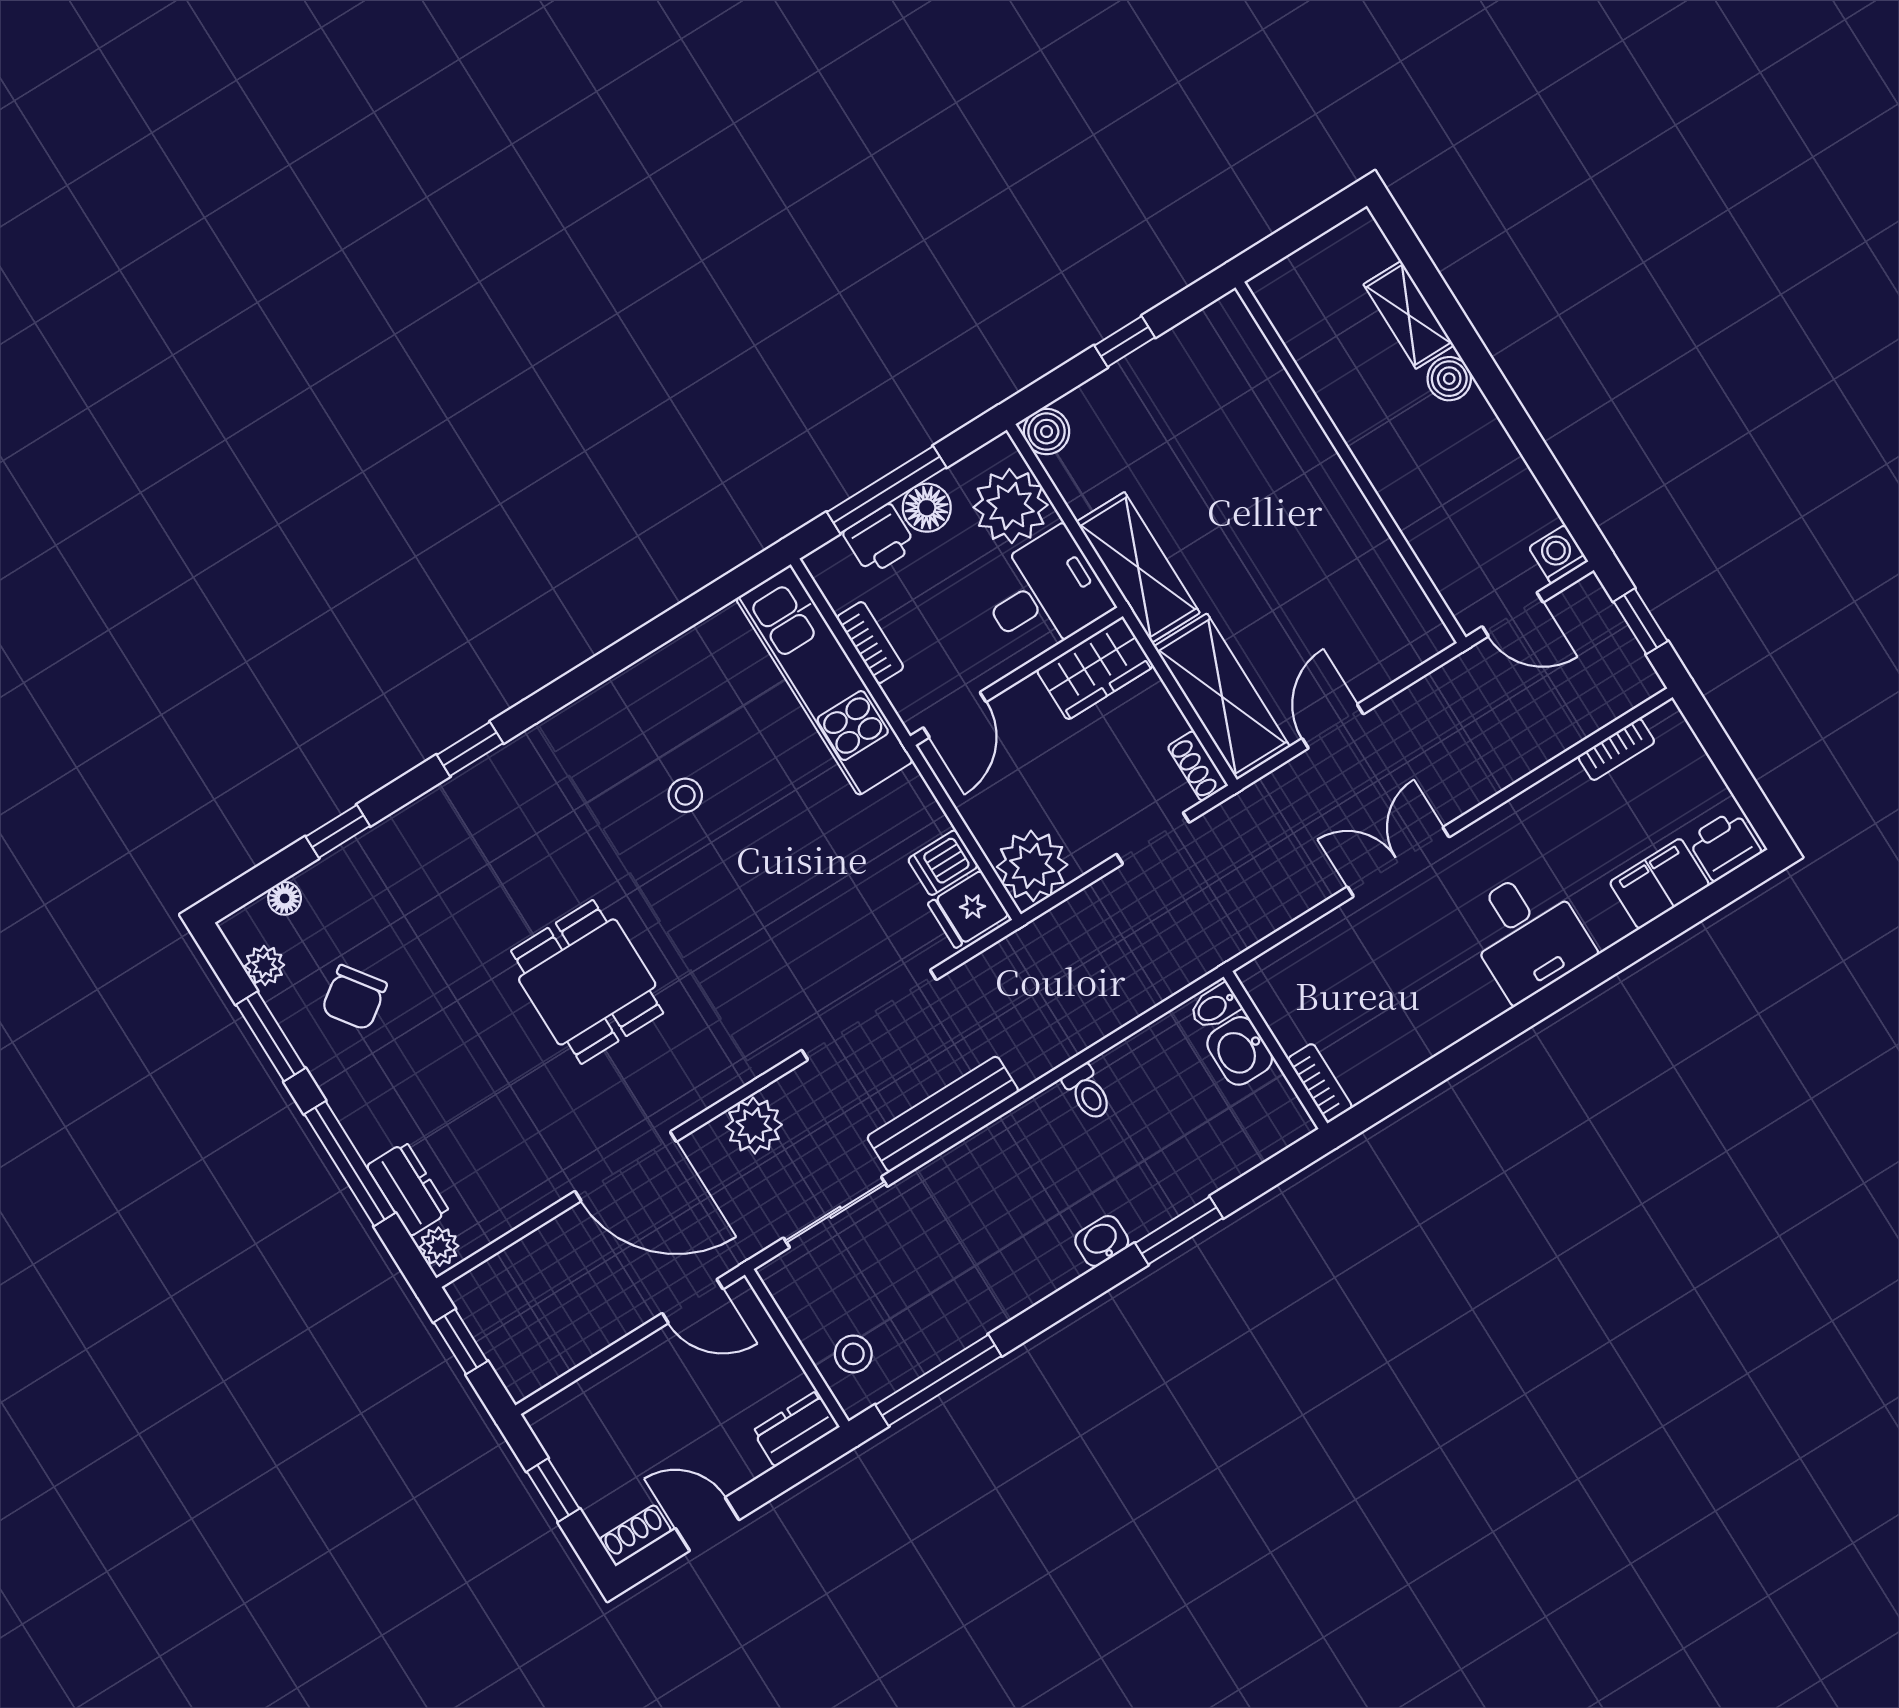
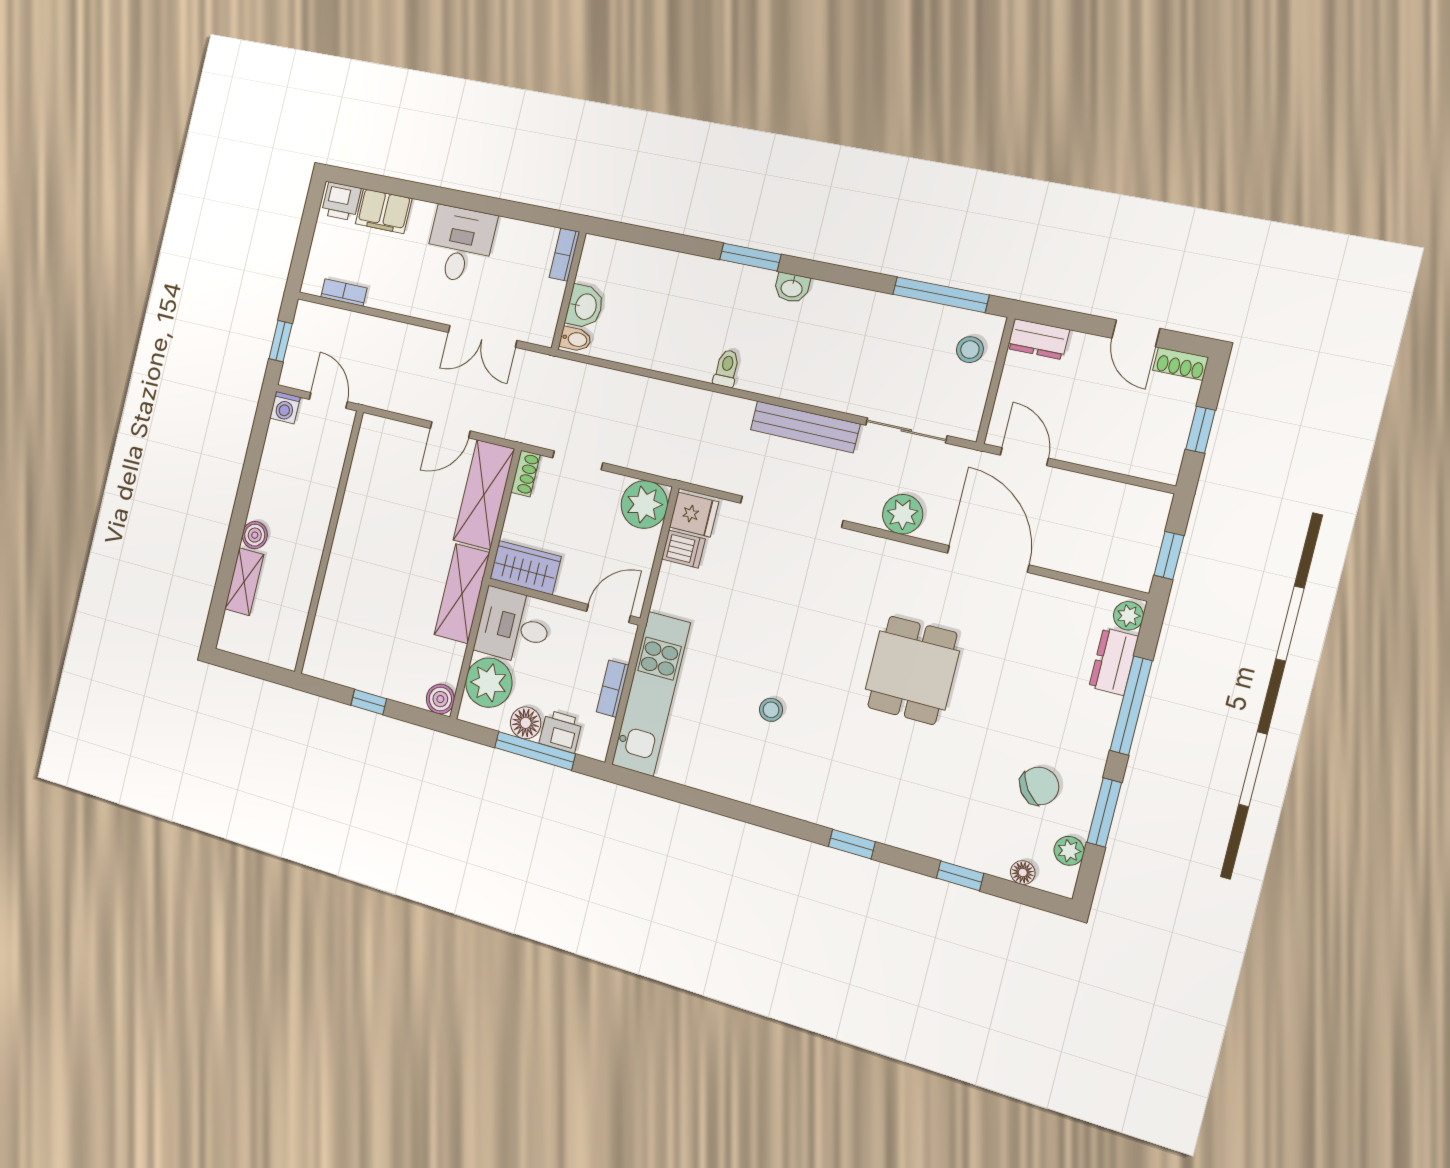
bidet: (1215, 1007) -> (575, 339), moved
wall: (1275, 1050) -> (569, 291), moved
washbasin: (1240, 1051) -> (585, 306), moved
bookcase: (1320, 1083) -> (564, 255), moved

